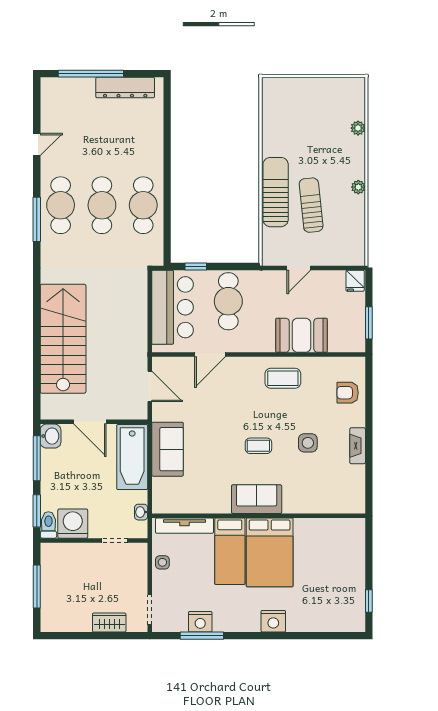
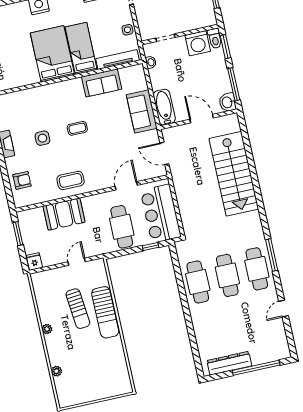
bathtub: (132, 457) -> (164, 107), width x0.73, depth x0.73
sofa: (257, 499) -> (102, 83), moved

